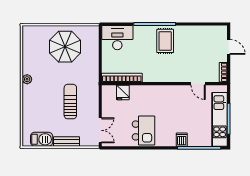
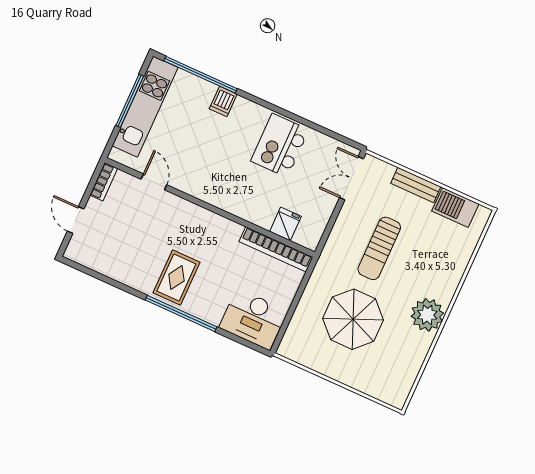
parasol: (65, 47) -> (353, 319), moved
plant: (27, 79) -> (427, 315), width x1.87, depth x1.87

